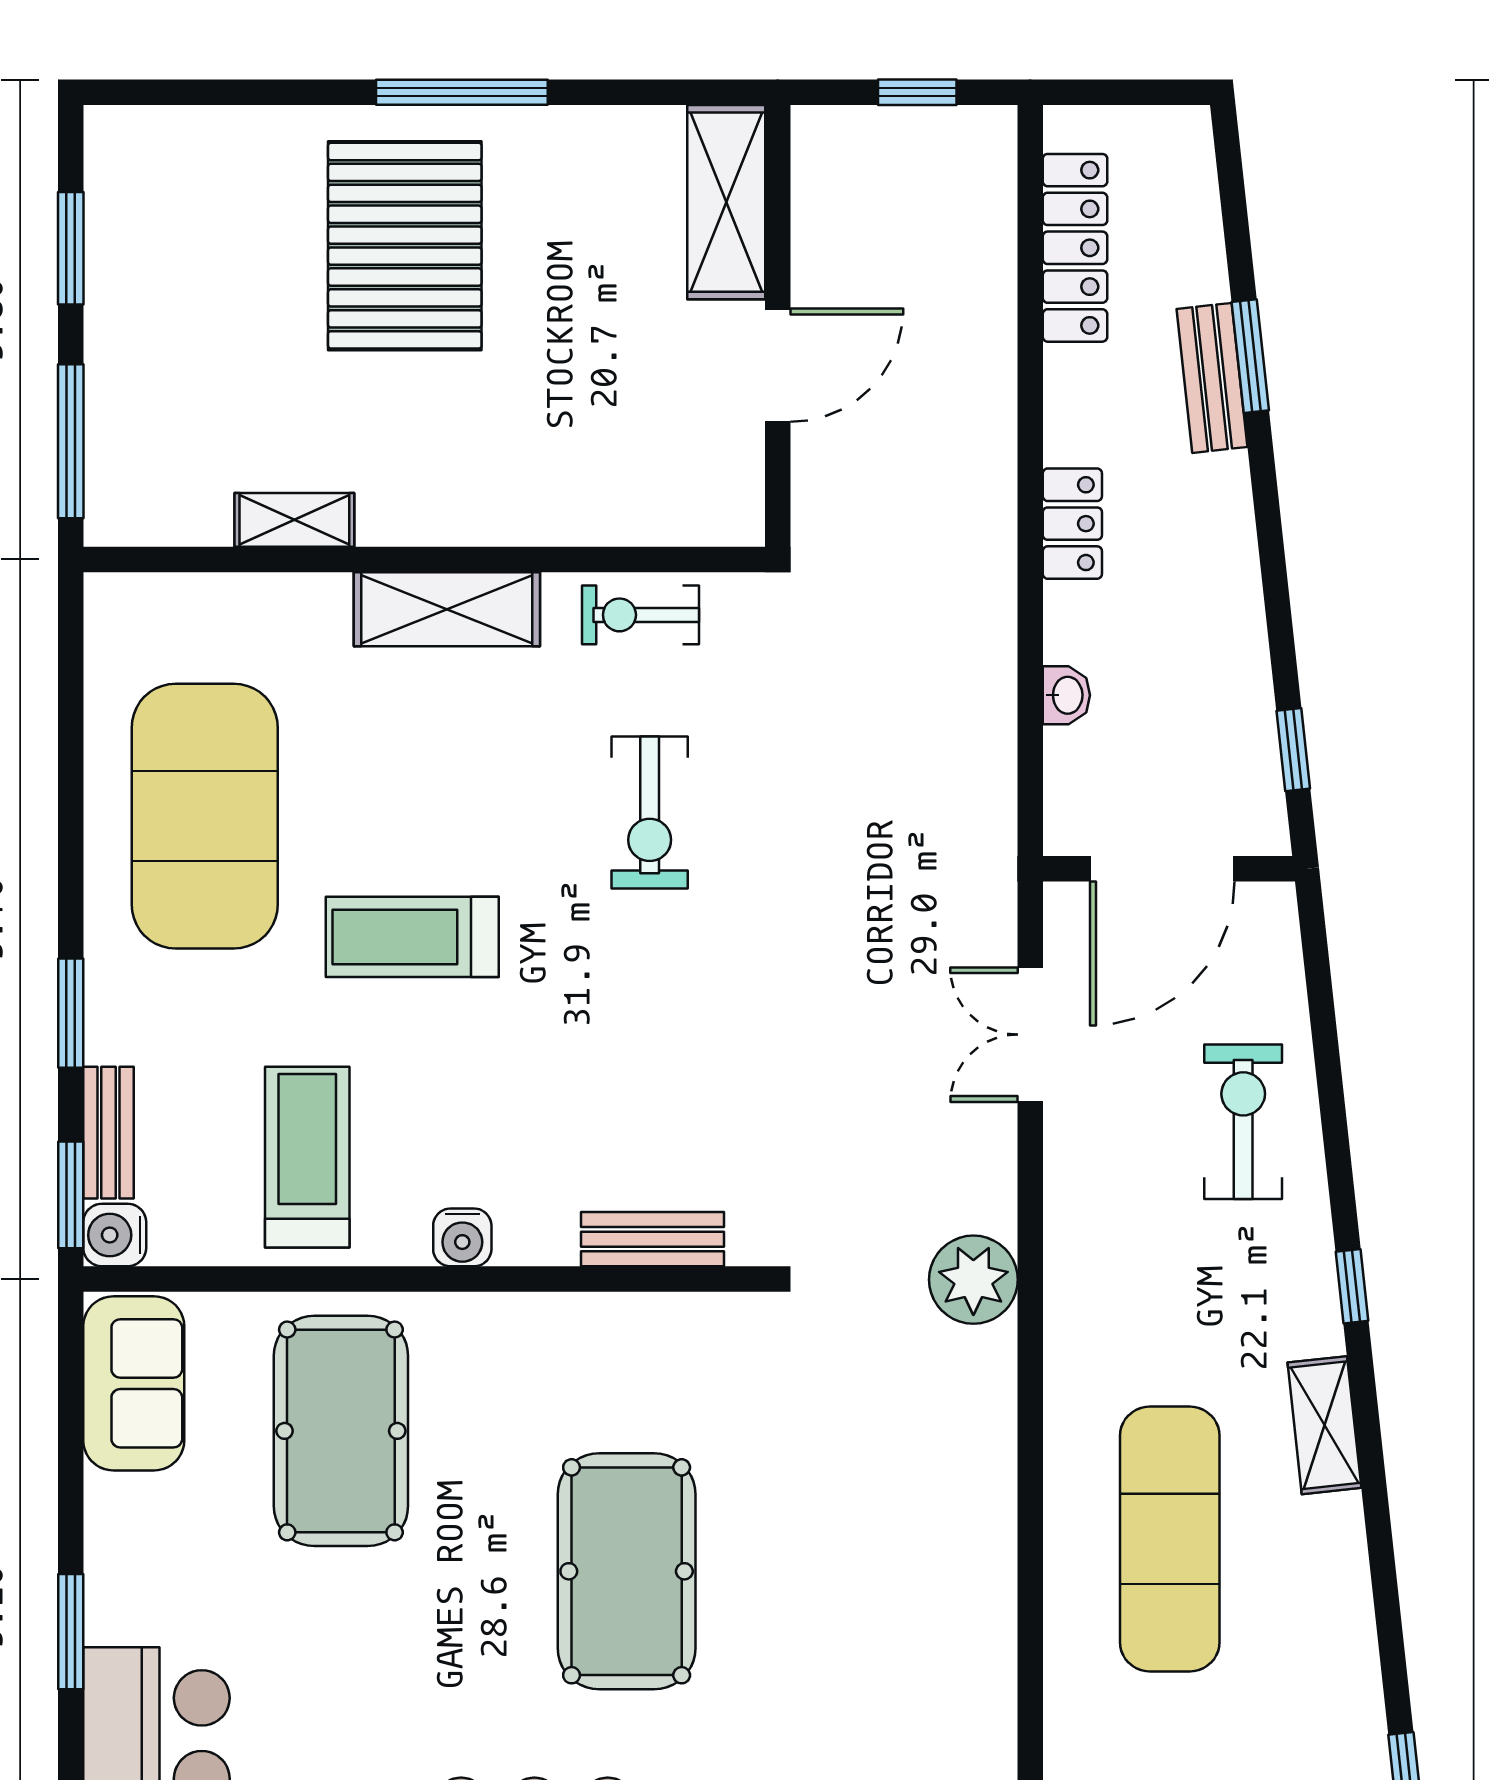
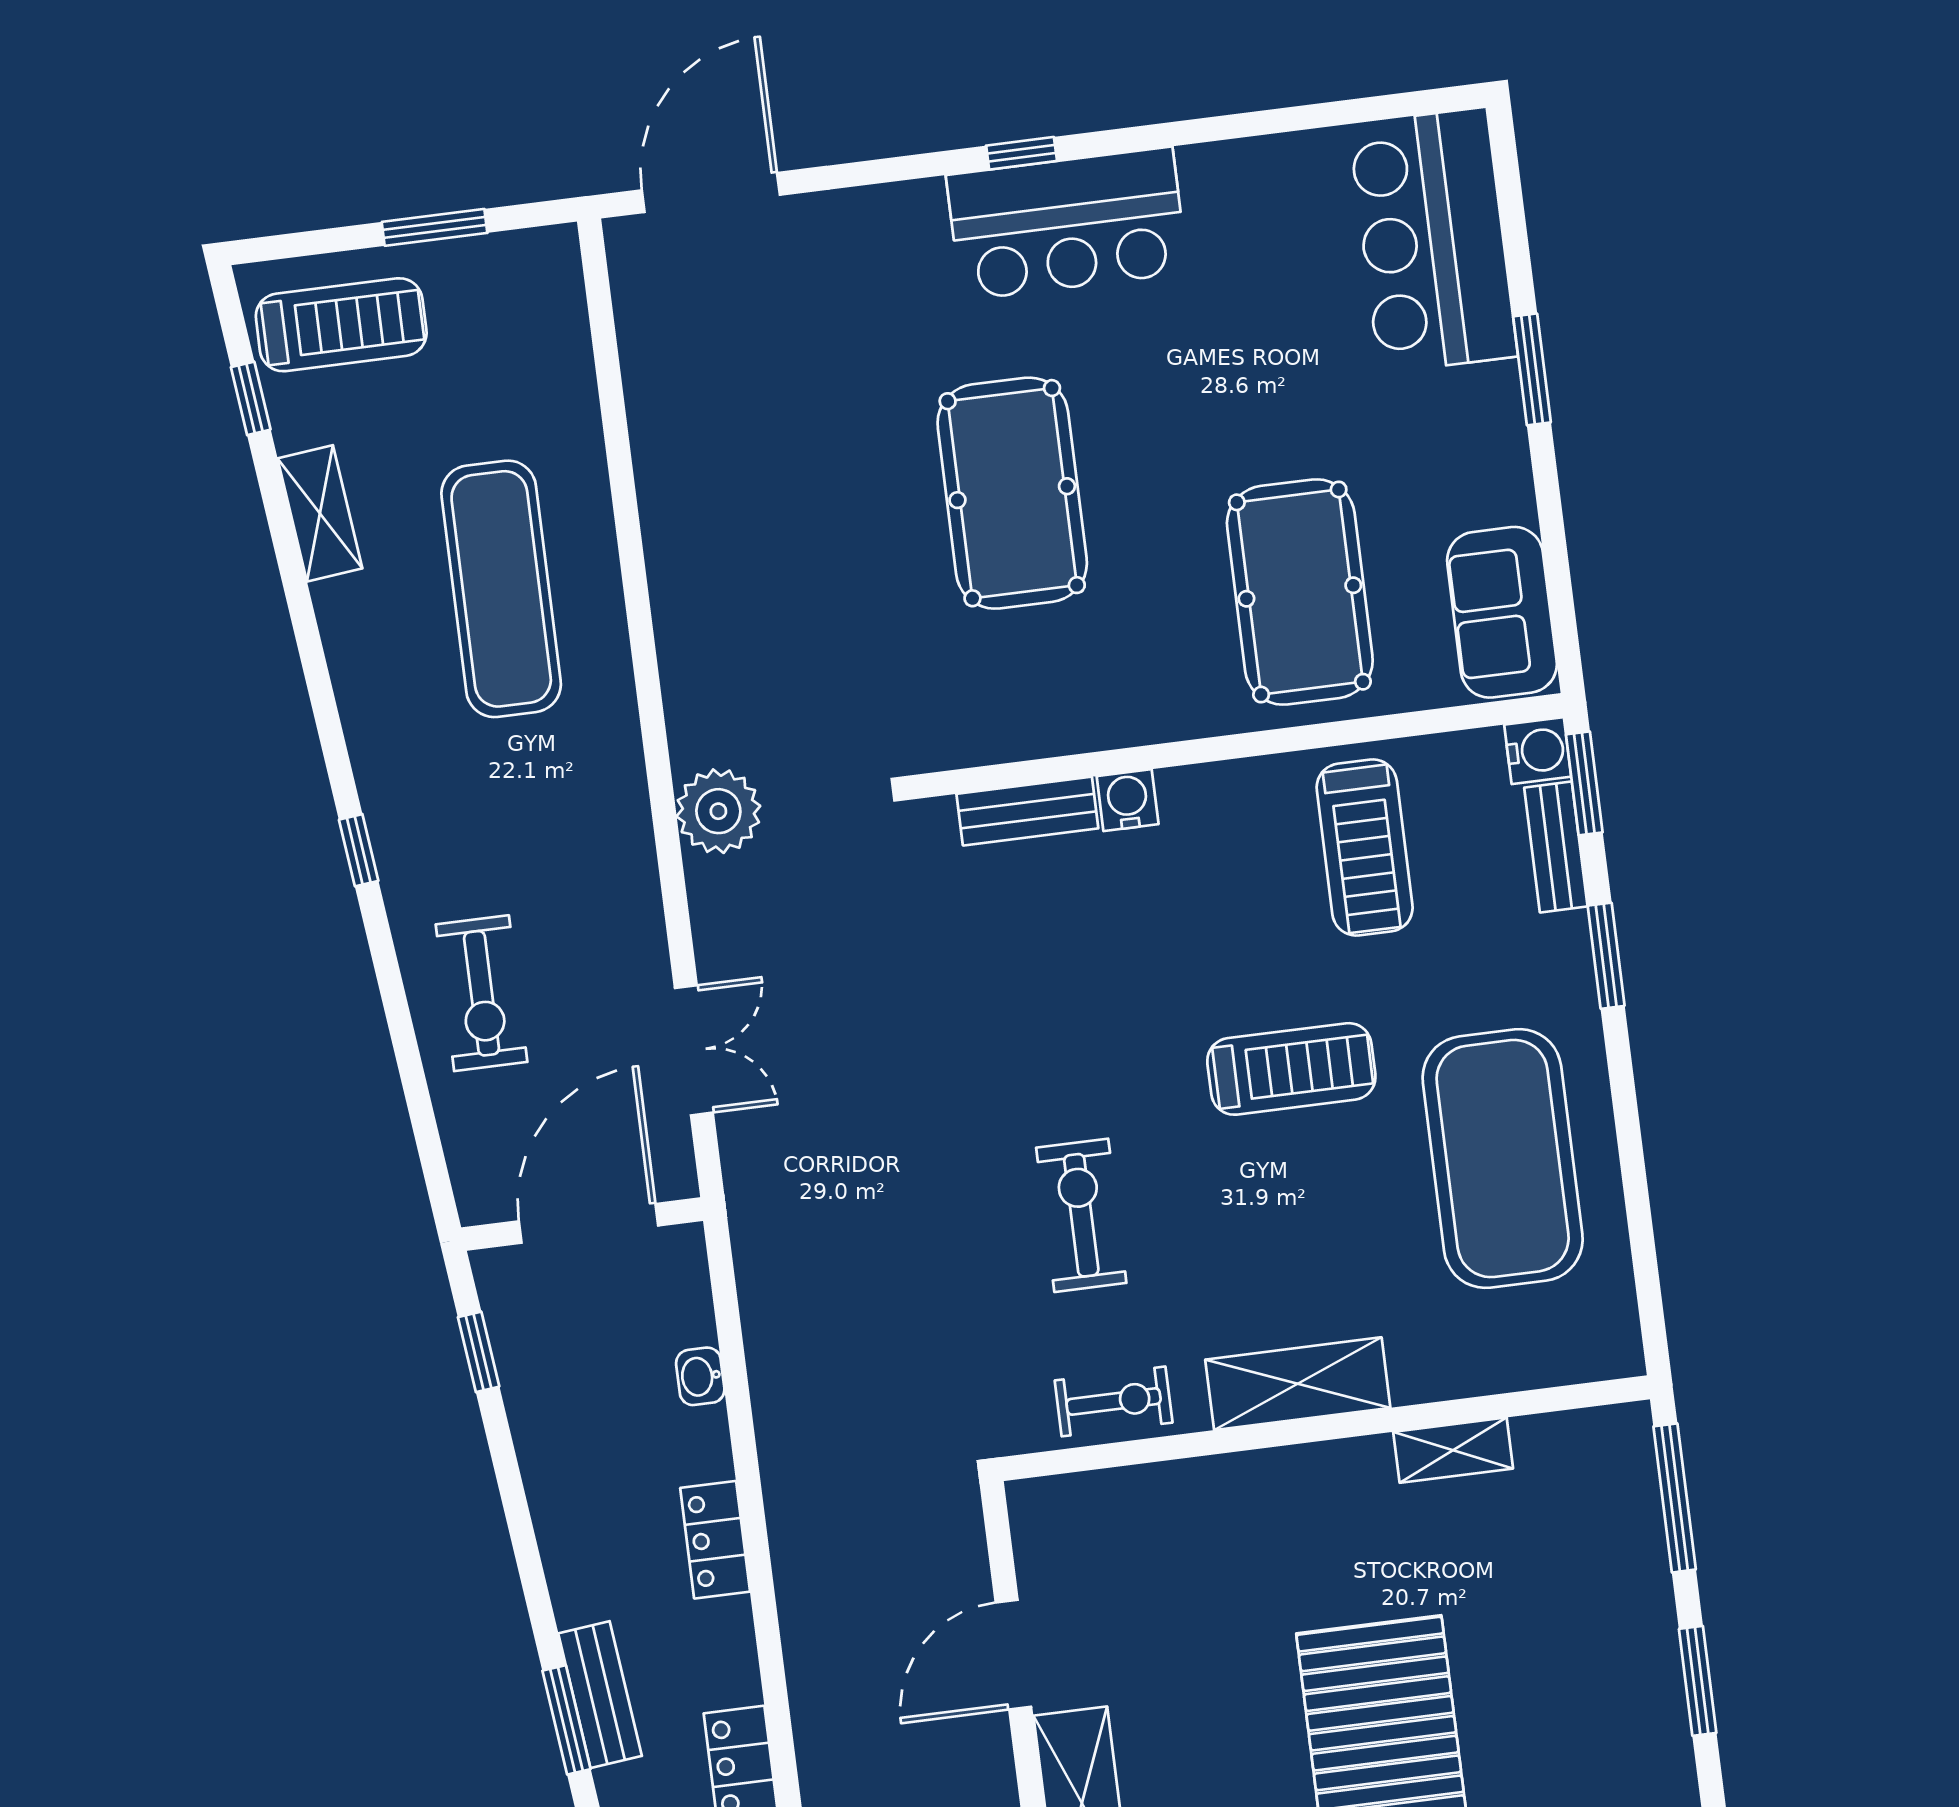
water cooler: (462, 1237) -> (1128, 800), moved
shelving: (1324, 1425) -> (320, 513), moved

